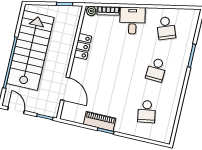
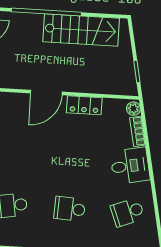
stairs: (30, 50) -> (81, 30), width x0.73, depth x0.66
door: (65, 89) -> (46, 93), moved

